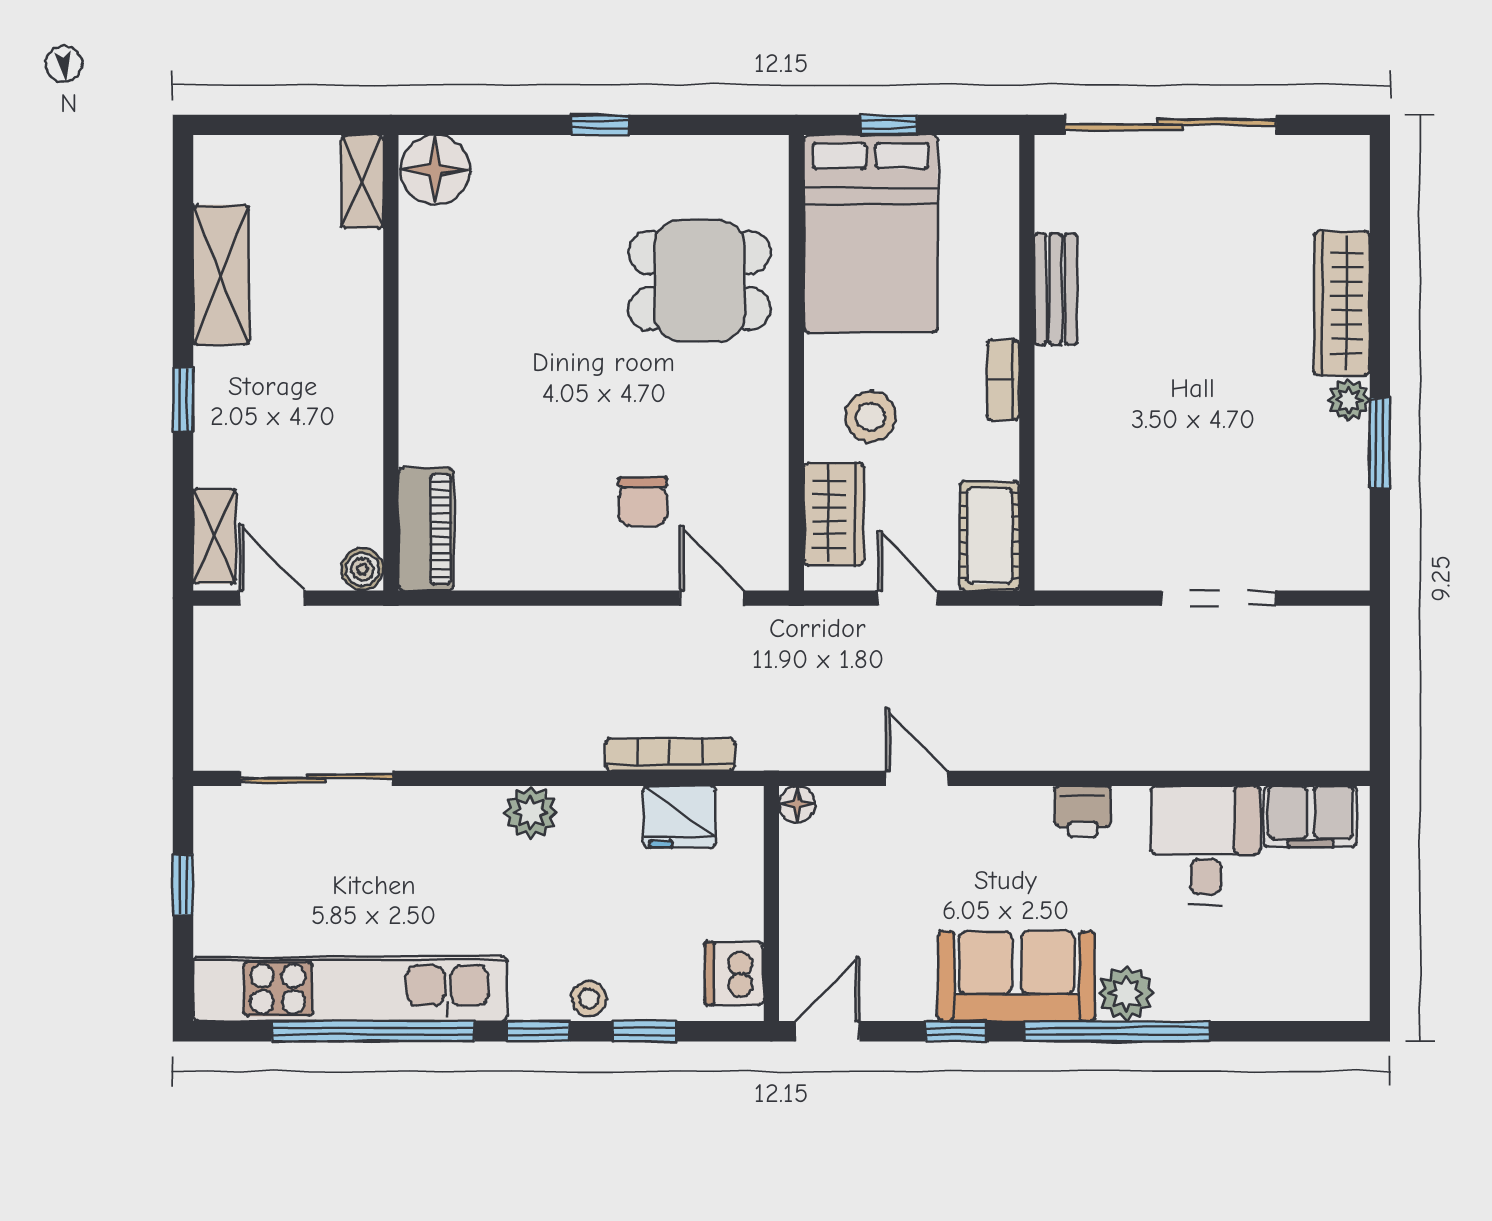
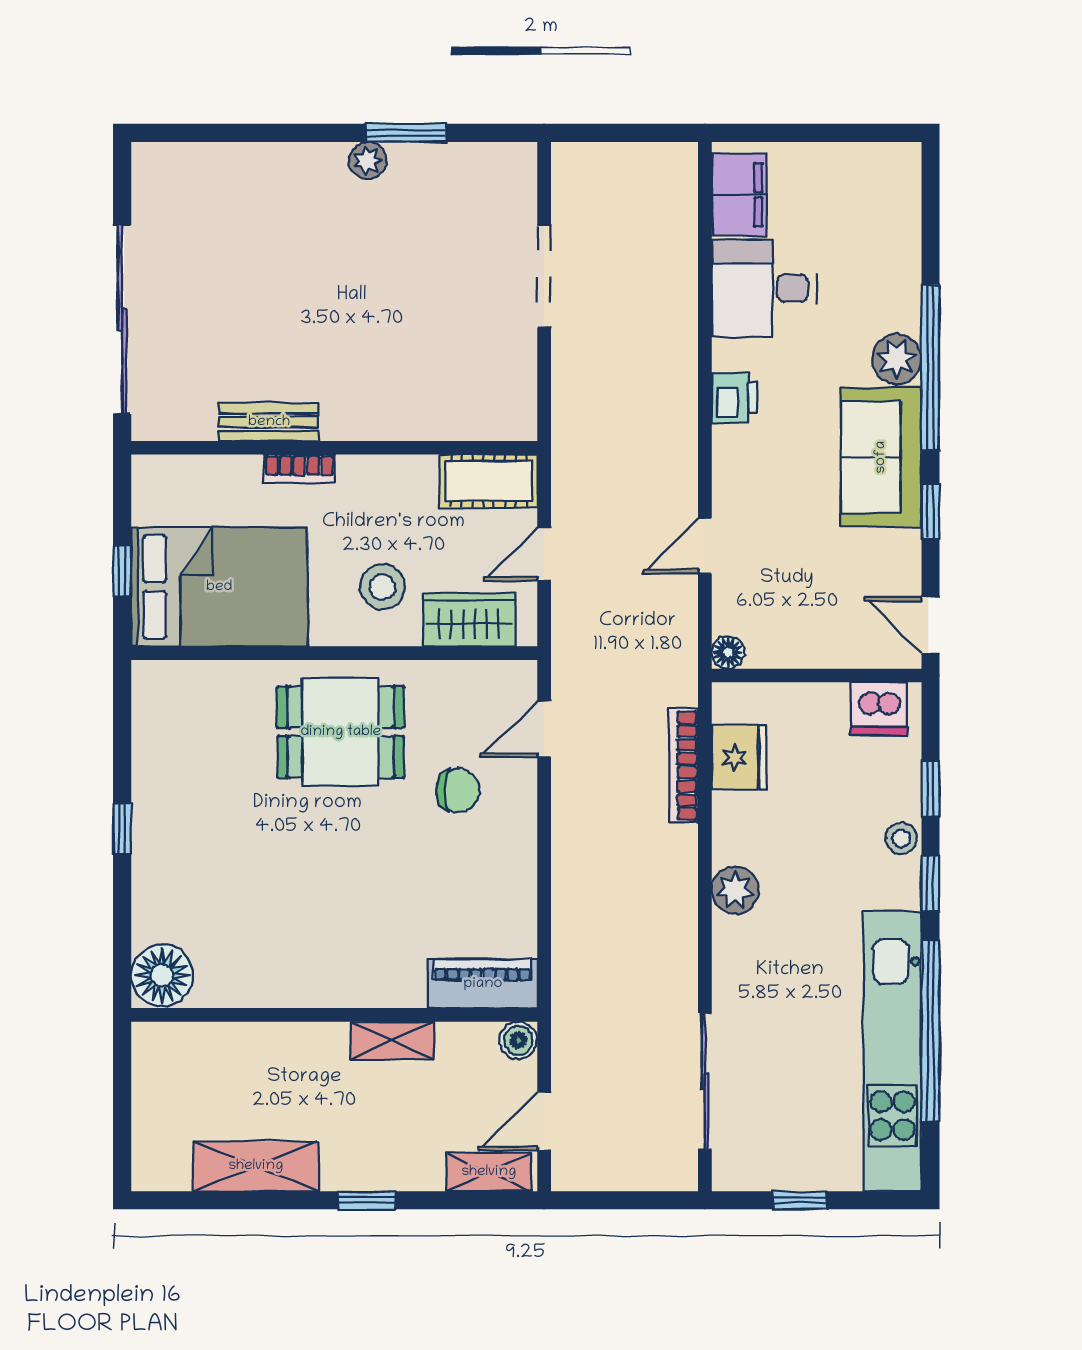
shelving: (362, 182) -> (393, 1040), moved
dining table: (700, 281) -> (341, 732), moved, turned 90
wardrobe: (1342, 303) -> (281, 167), removed
bookcase: (1003, 380) -> (299, 469), moved

